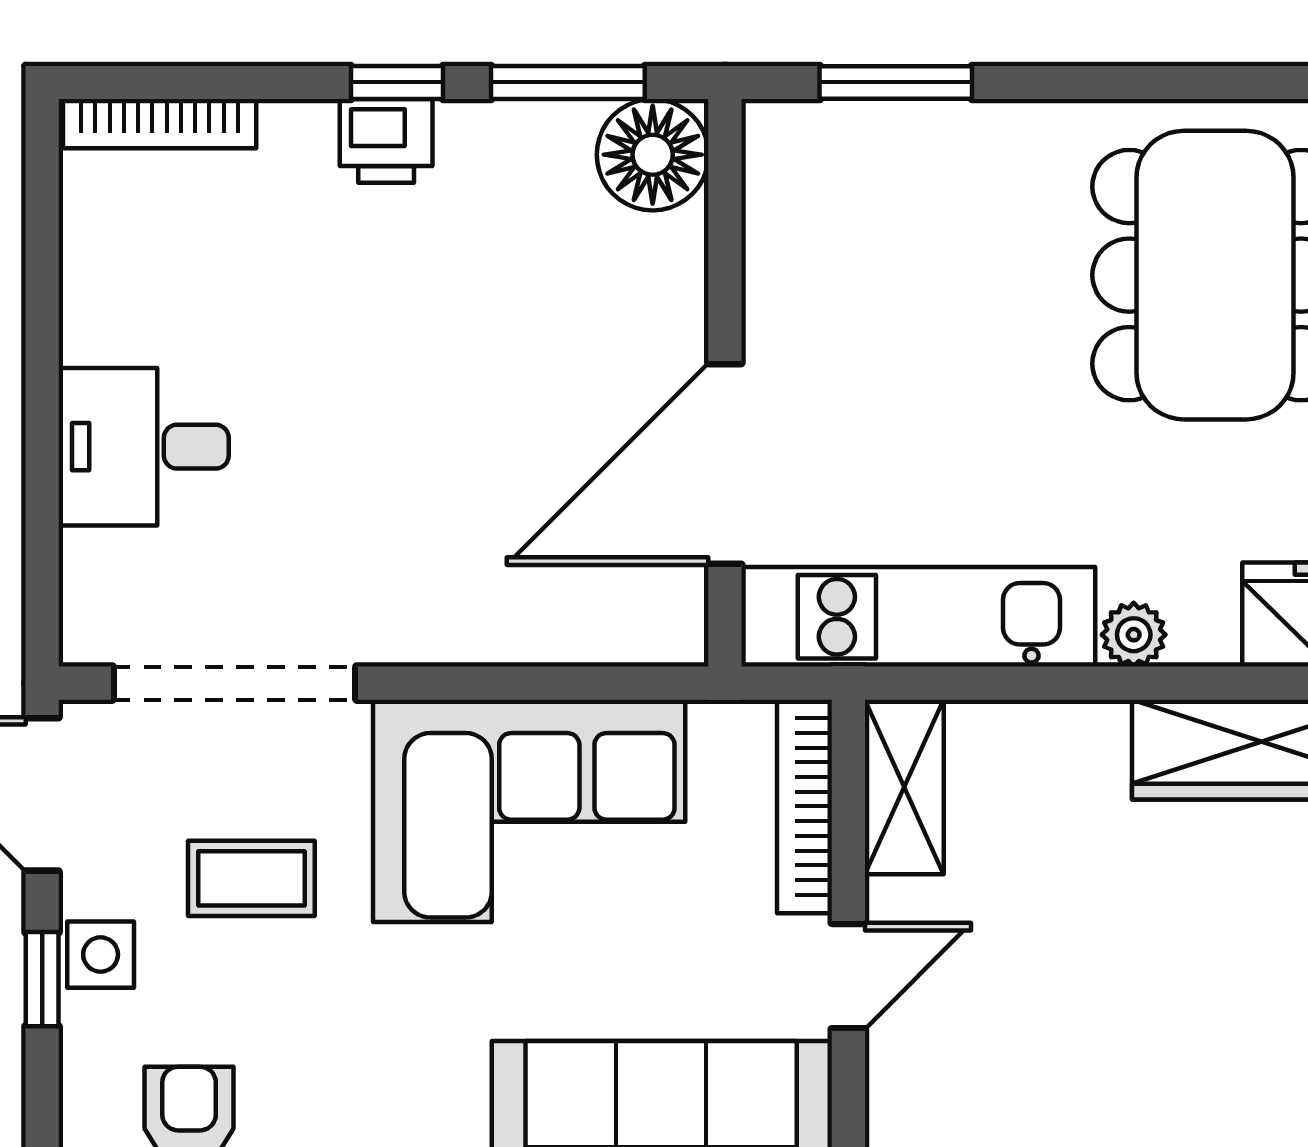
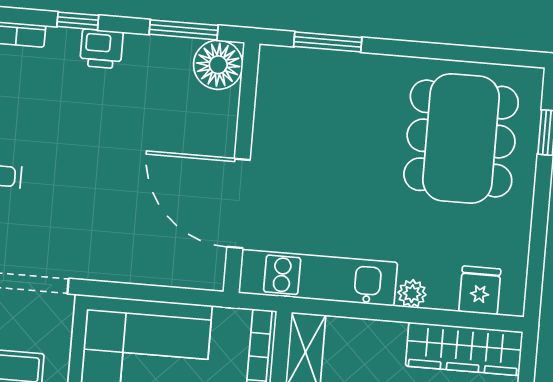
window: (397, 82) -> (78, 21), moved
door: (725, 464) -> (239, 203), hinge flipped

